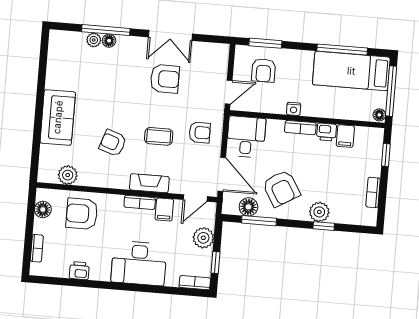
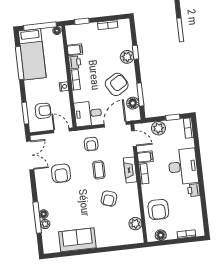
double door: (170, 35) -> (30, 155), moved
armchair: (165, 79) -> (61, 173), turned 180
sofa: (58, 117) -> (77, 240), moved
armchair: (200, 132) -> (91, 144), turned 180
printer: (79, 271) -> (194, 190), moved

